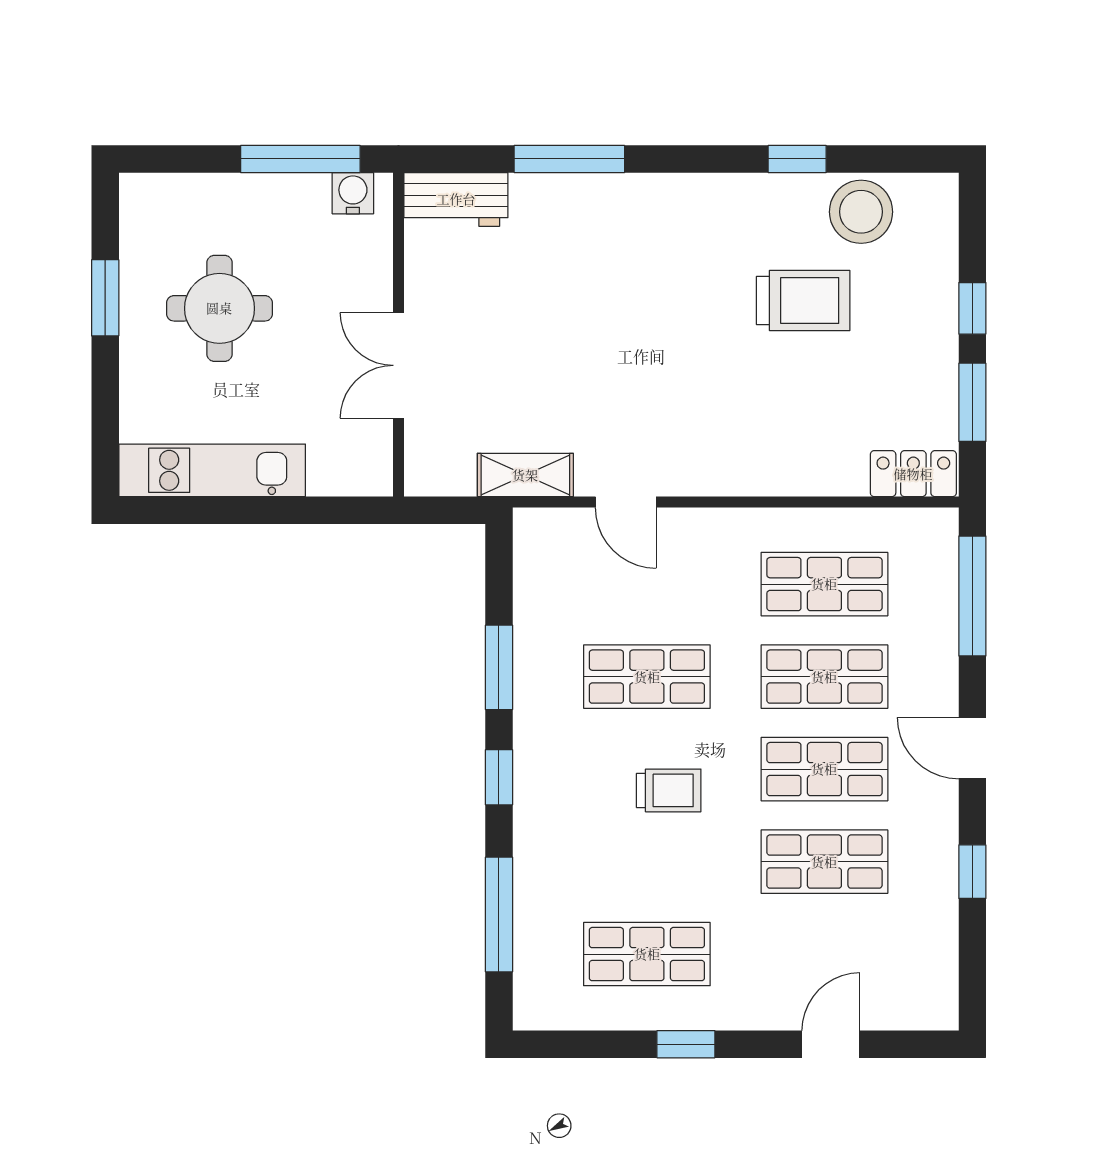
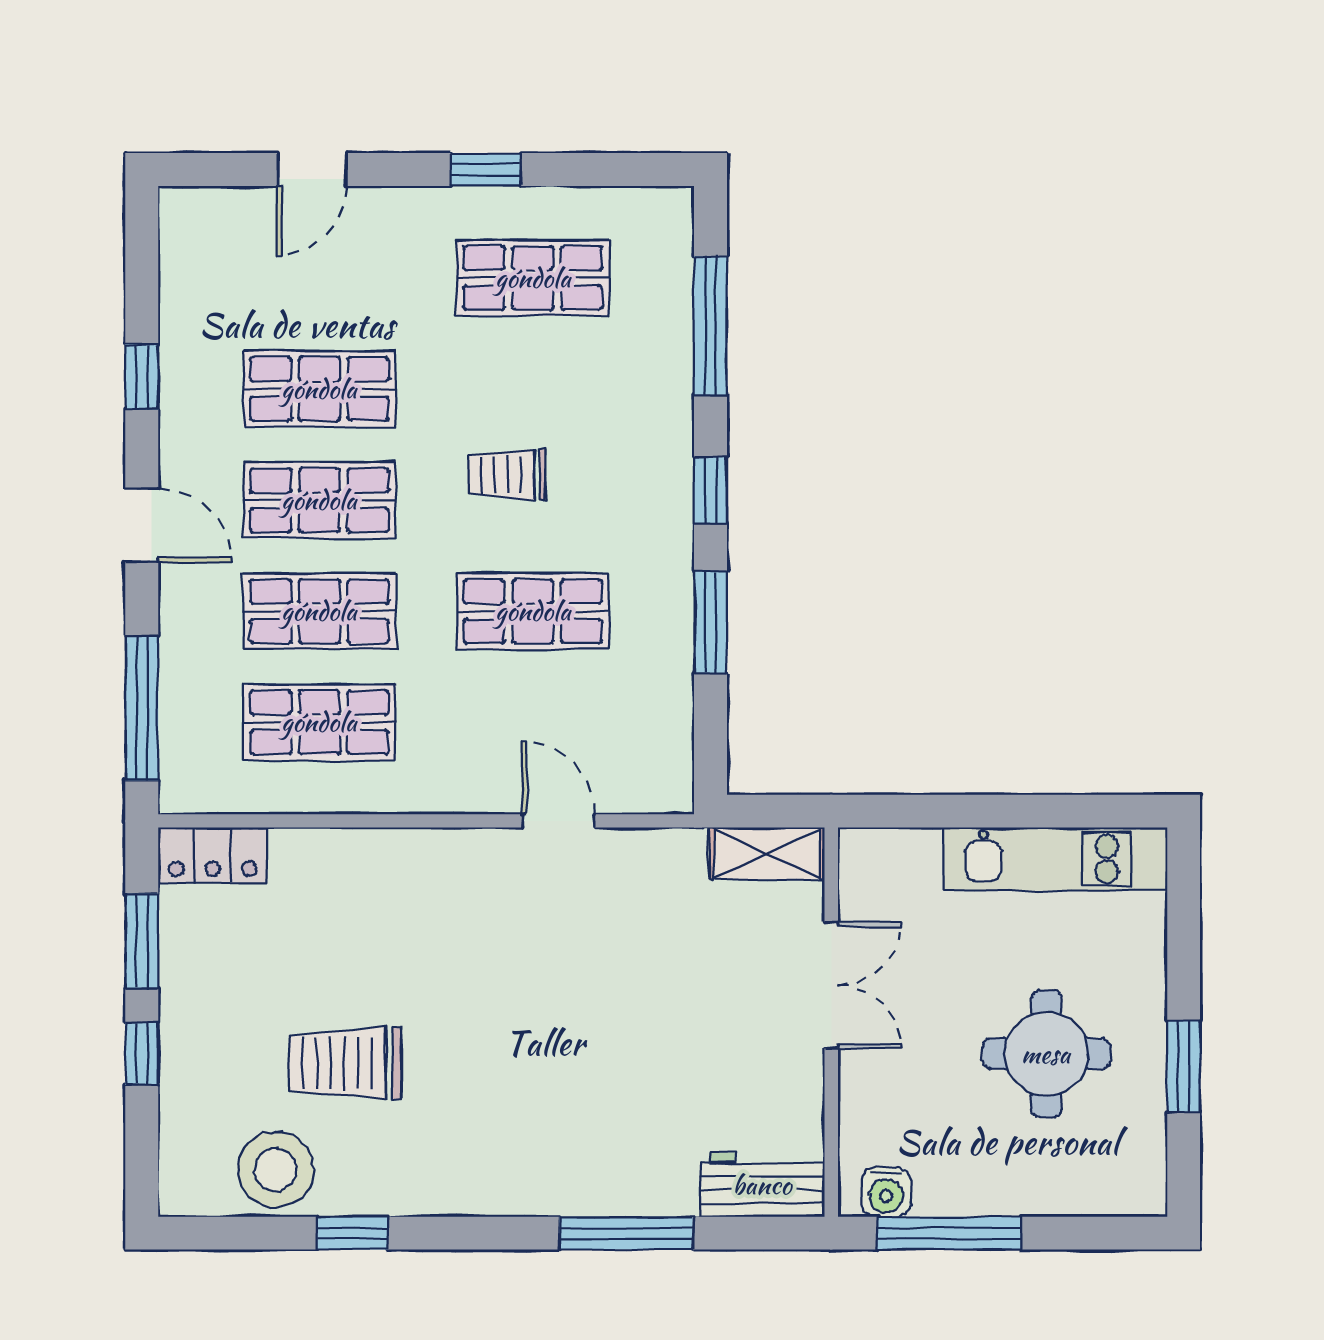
shelving: (525, 475) -> (767, 853), moved

